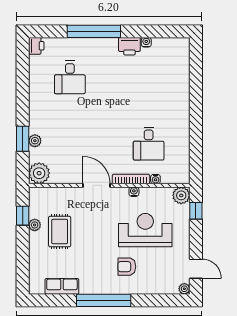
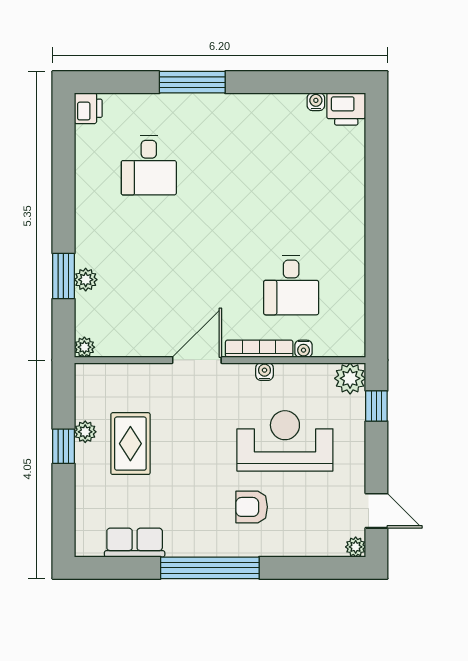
window: (94, 31) -> (192, 82), width x0.68
water cooler: (146, 42) -> (316, 102), moved
printer: (129, 46) -> (346, 109), moved
plant: (39, 173) -> (84, 347), width x0.53, depth x0.53
door: (96, 185) -> (197, 360), hinge flipped
window: (23, 216) -> (63, 446), moved

